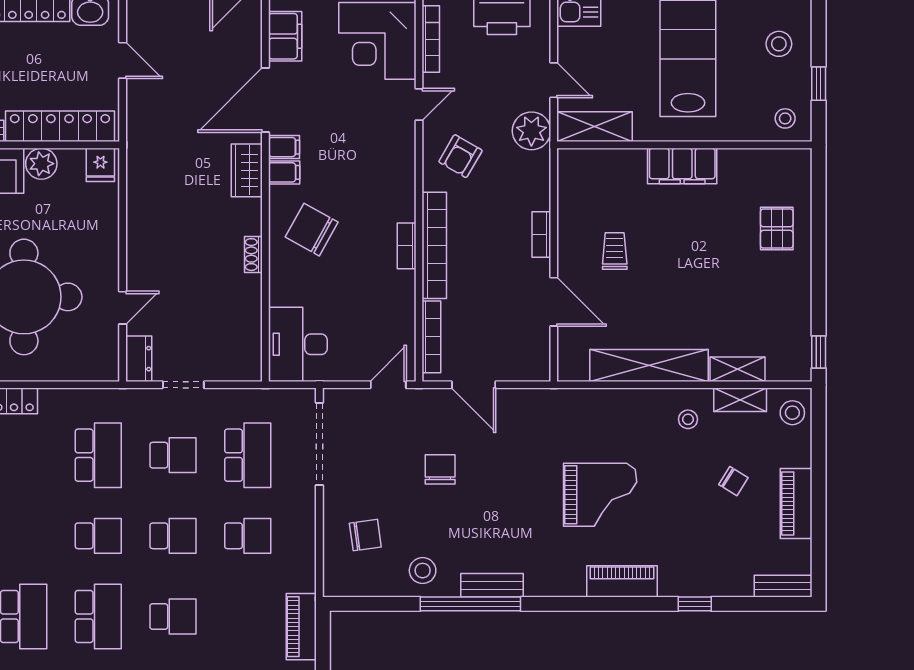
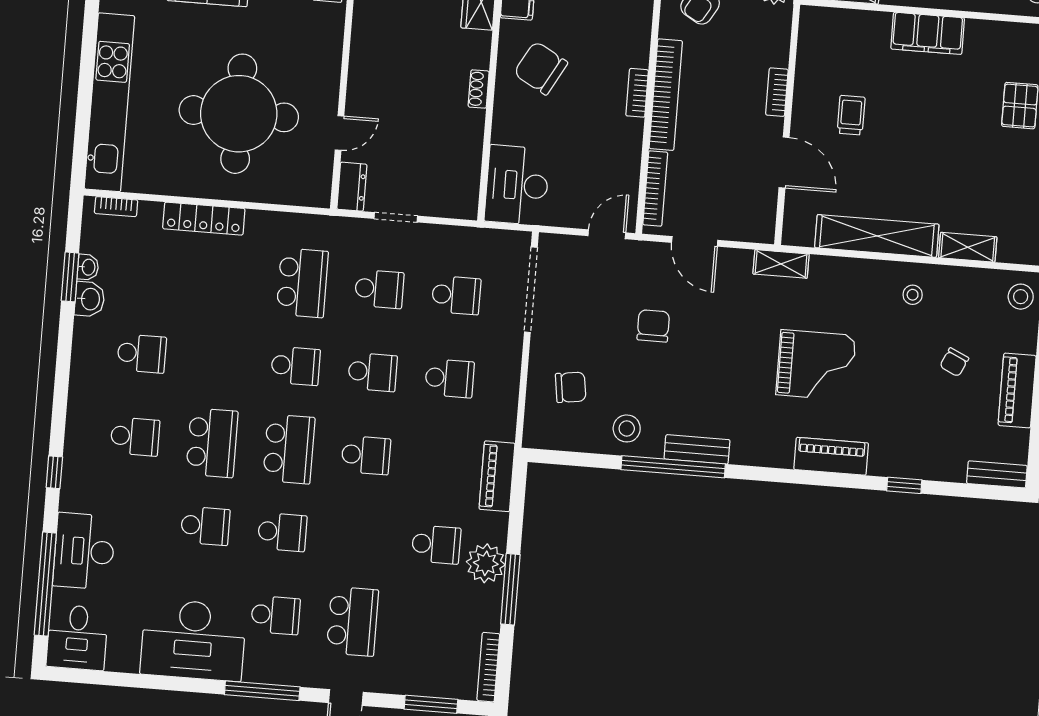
shelving: (740, 400) -> (781, 264), moved
school desk: (248, 455) -> (456, 295), width x0.54
chair: (733, 481) -> (954, 362), turned 83

